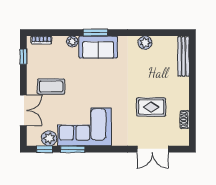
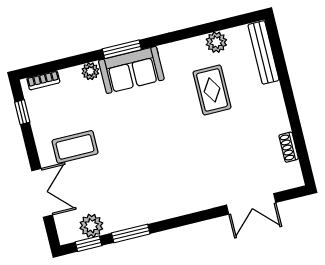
plant: (145, 43) -> (216, 42), moved
rug: (151, 107) -> (212, 90), moved, turned 90
corner sofa: (85, 127) -> (140, 195), removed

